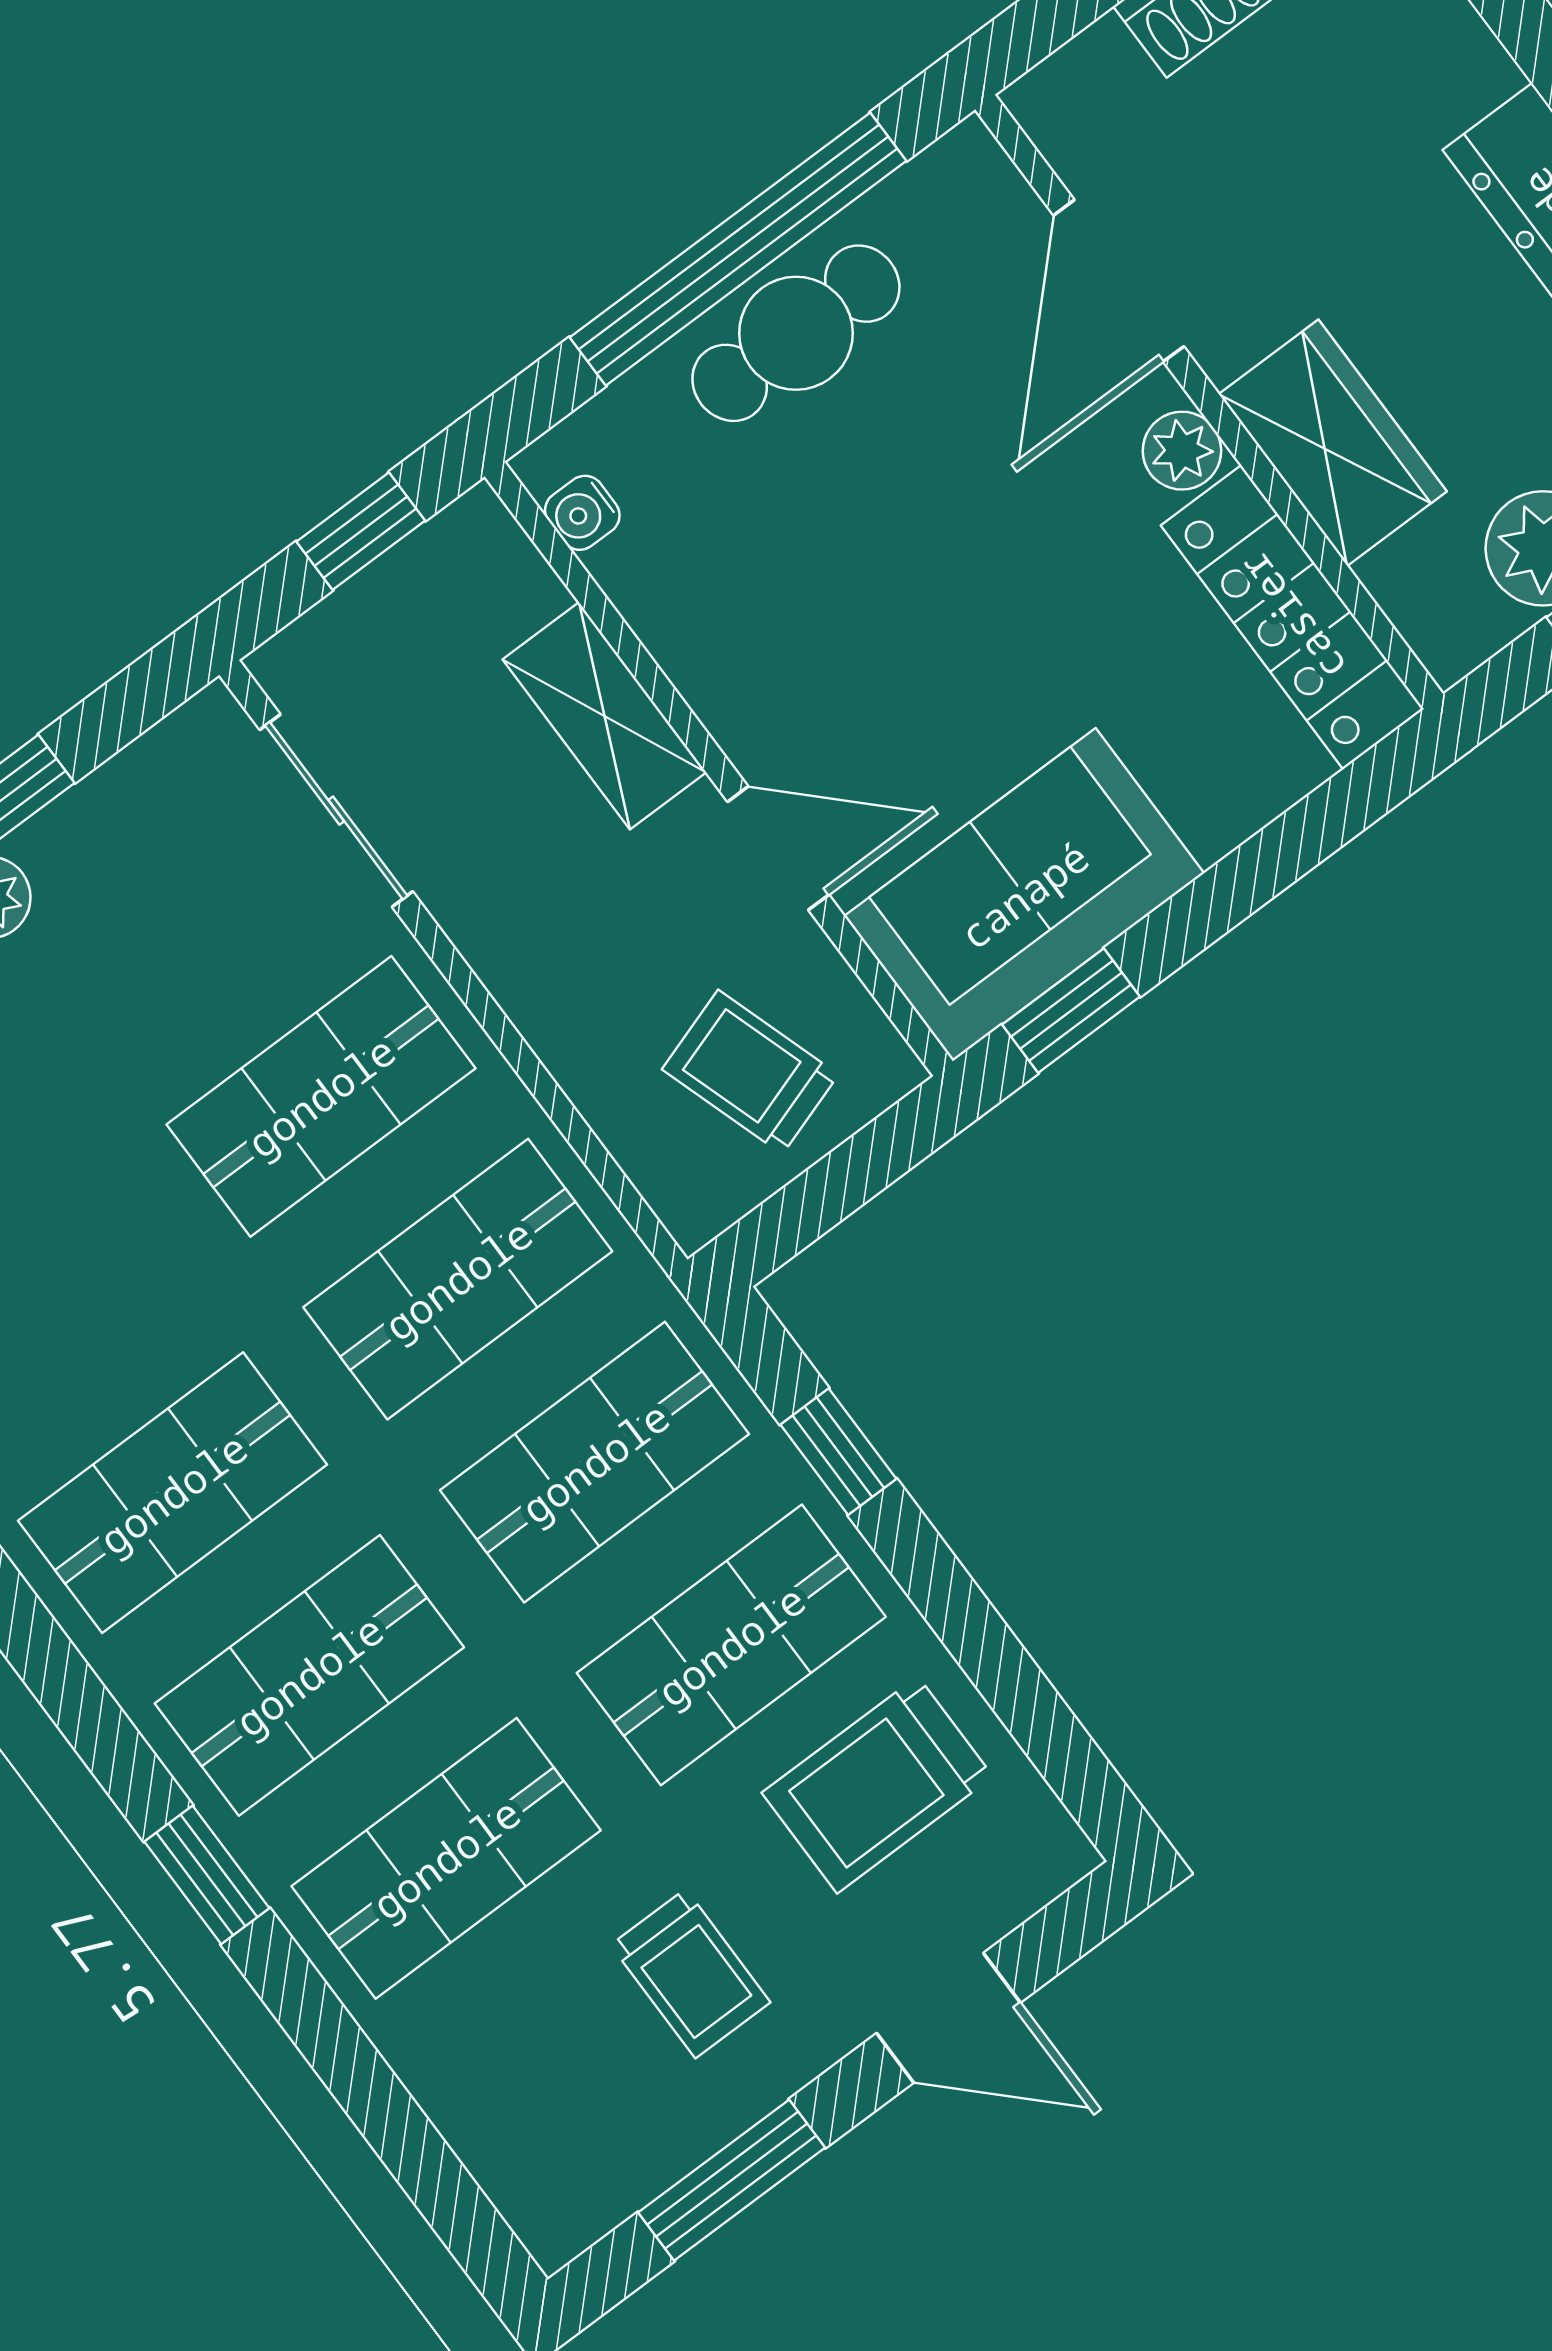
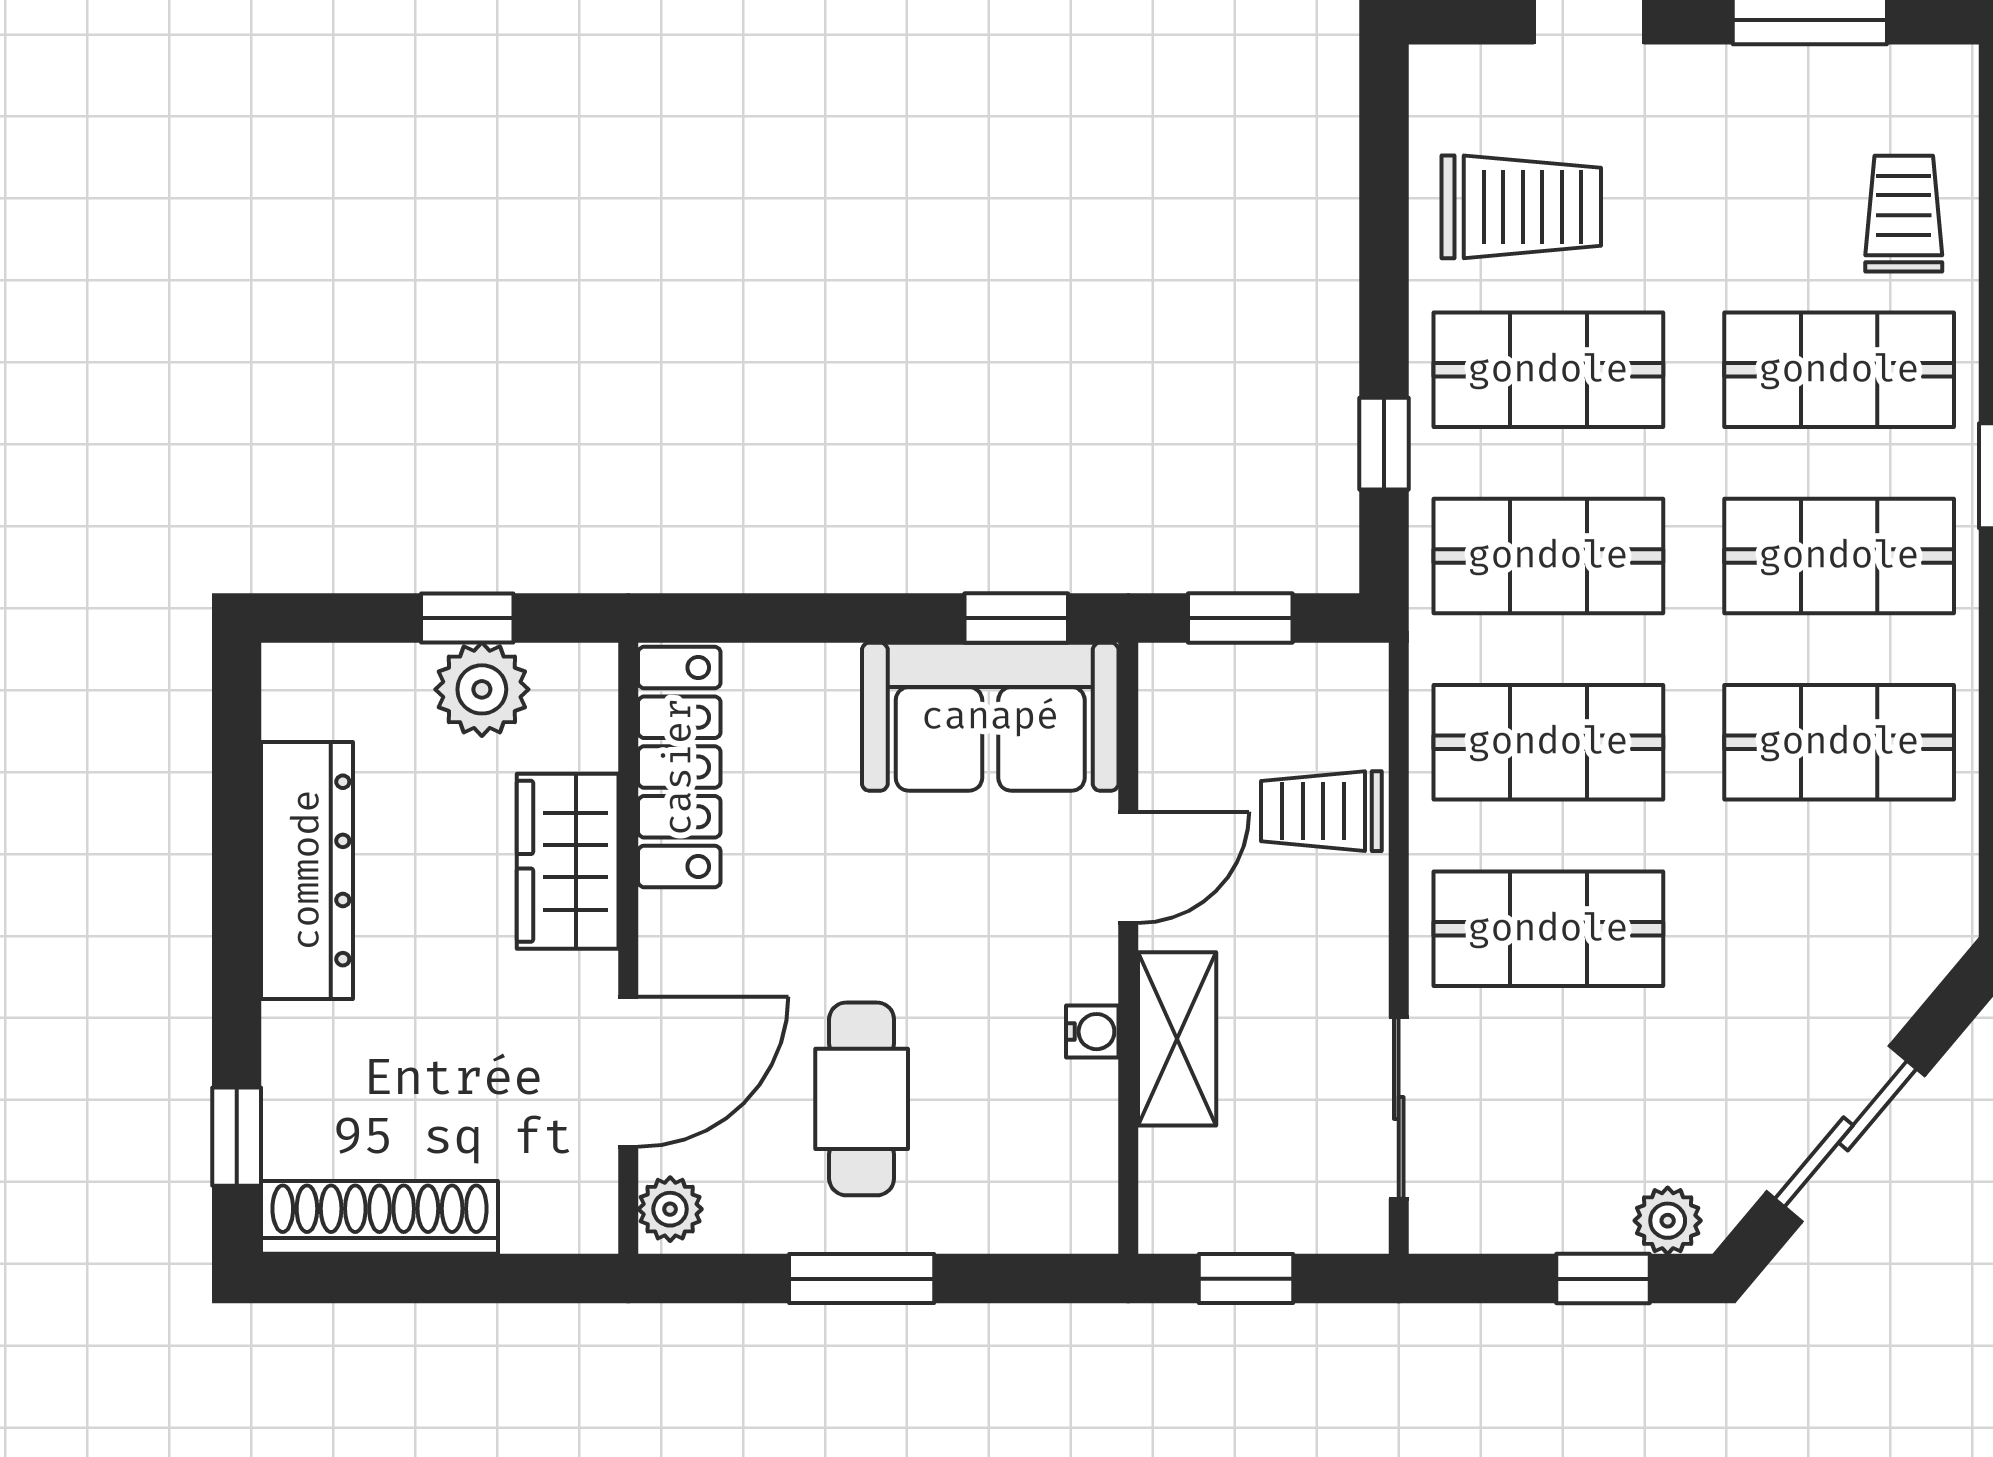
window: (738, 249) -> (862, 1279), width x0.47
cafe table: (796, 333) -> (862, 1099), moved, turned 90
plant: (1182, 451) -> (670, 1209), moved
water cooler: (582, 513) -> (1092, 1032), moved
door: (778, 848) -> (1128, 867), swing flipped
trolley: (750, 1072) -> (1321, 811), moved, turned 108
window: (851, 1175) -> (1240, 618), added
trolley: (691, 1974) -> (1904, 214), moved

